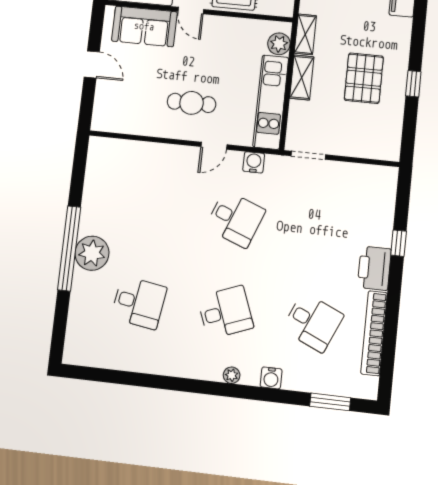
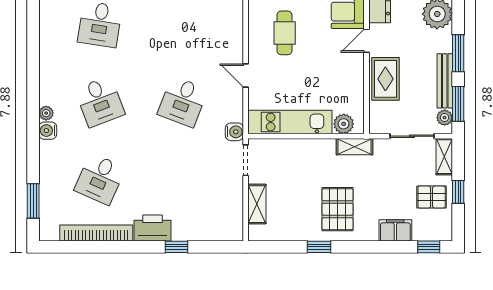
shelving: (302, 78) -> (257, 204), moved, turned 90
pallet: (364, 78) -> (338, 209), moved, turned 90
cafe table: (192, 103) -> (285, 33), moved
water cooler: (254, 162) -> (234, 132), moved
water cooler: (271, 378) -> (48, 131), moved

